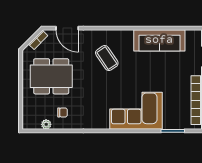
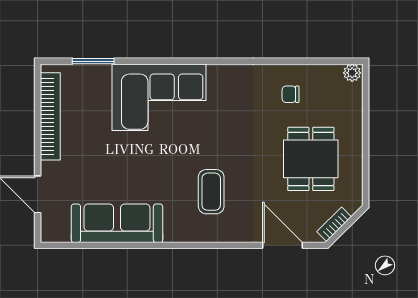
coffee table: (107, 58) -> (211, 192), turned 34
dining table: (51, 76) -> (311, 159), width x0.73
plant: (46, 124) -> (352, 73), moved

